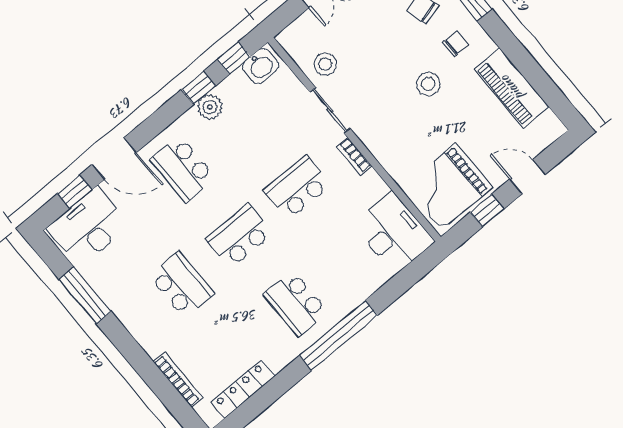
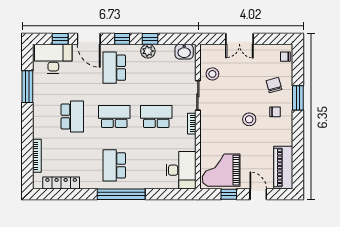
window: (234, 58) -> (122, 39), moved
piano: (512, 88) -> (283, 168), moved

